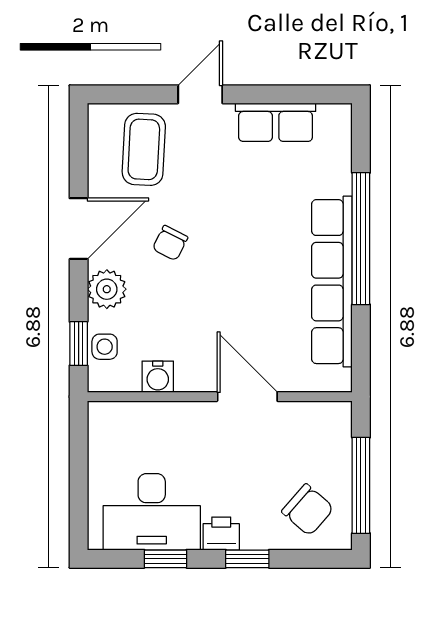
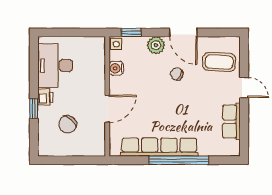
side table: (105, 347) -> (116, 44), moved
window: (361, 485) -> (67, 160), removed
chair: (308, 510) -> (68, 124), moved
window: (165, 559) -> (34, 72), removed

